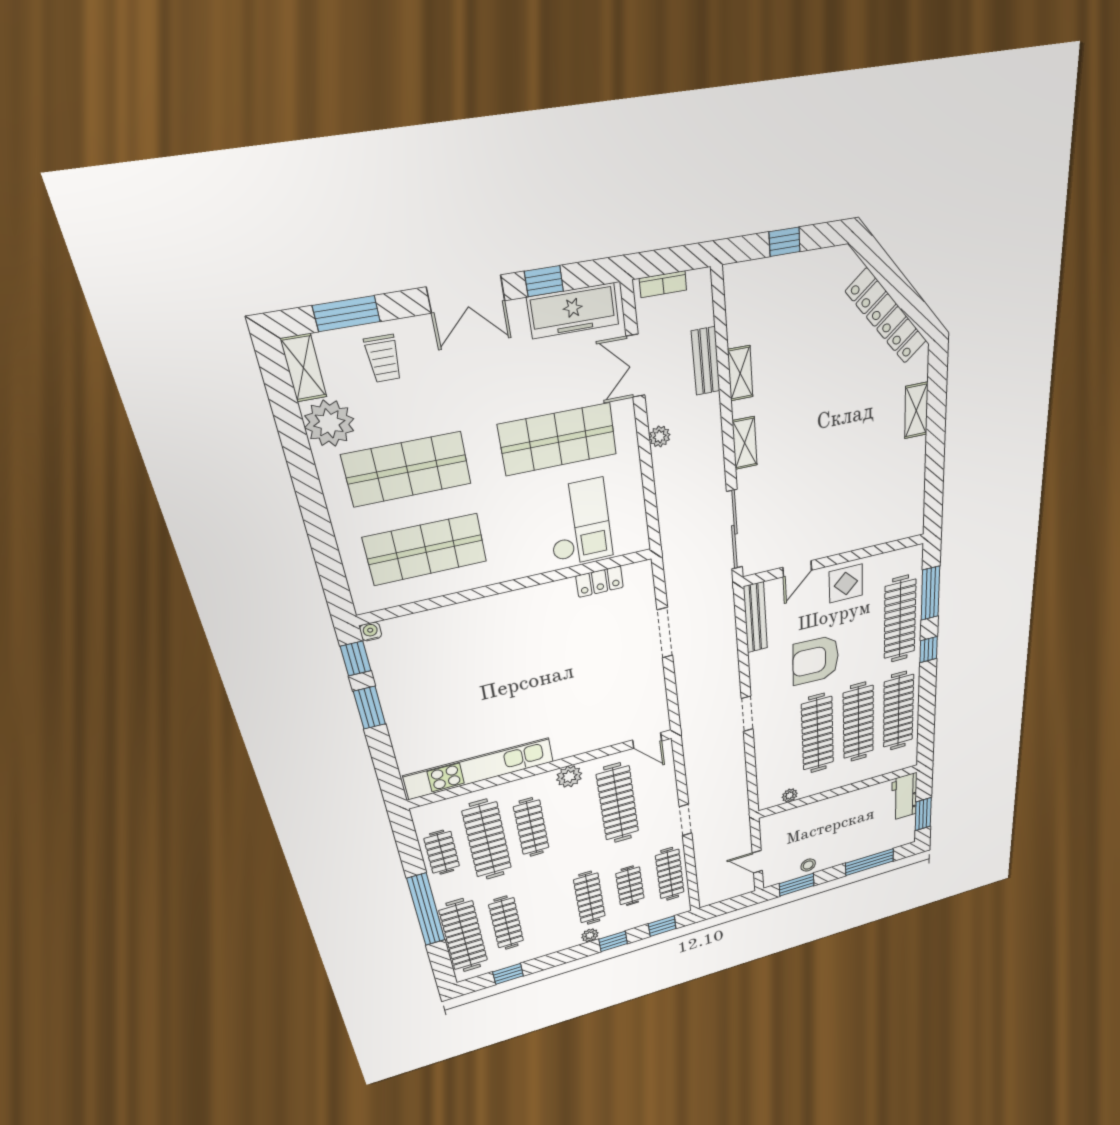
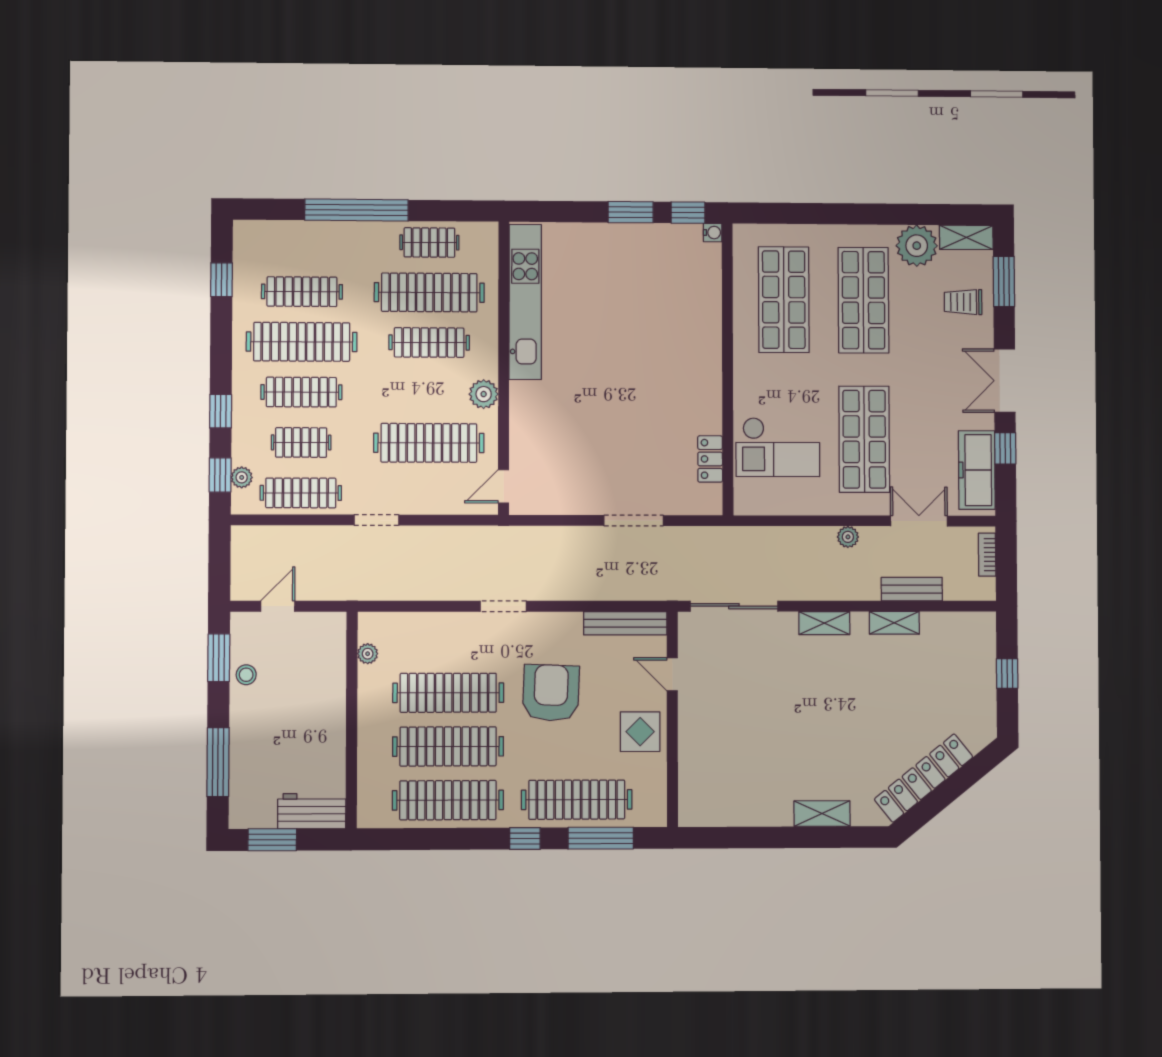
plant: (590, 935) -> (242, 477), moved
clothes rail: (463, 936) -> (302, 342), moved

